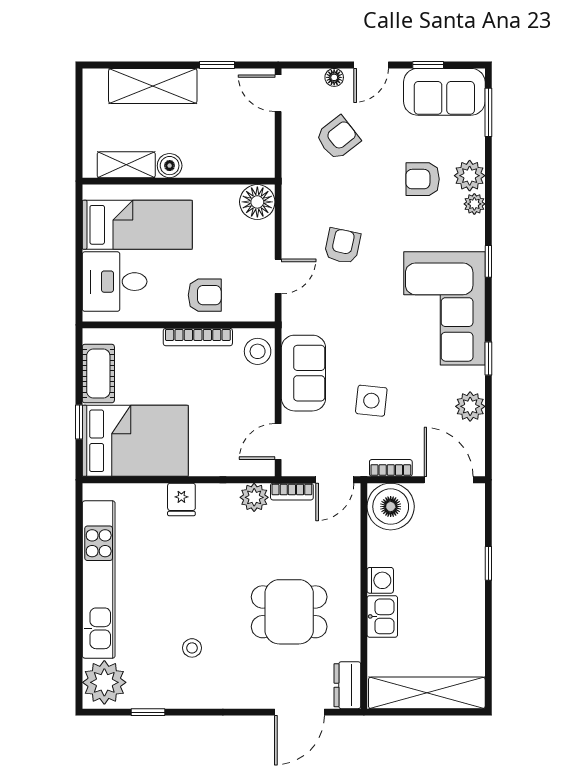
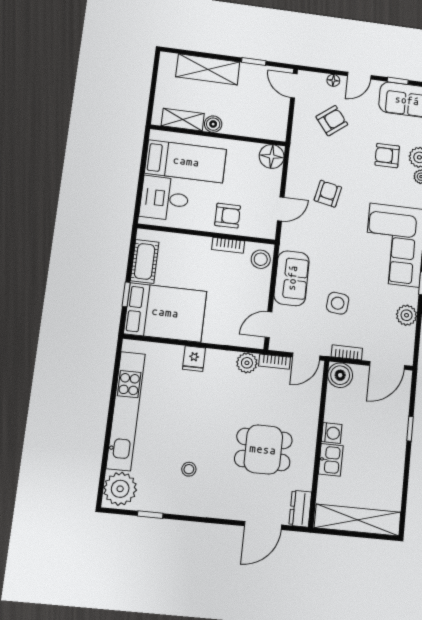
bookcase: (198, 337) -> (228, 245), width x0.64
door: (449, 480) -> (387, 365), swing flipped
boiler: (391, 507) -> (340, 375), width x0.73, depth x0.73

